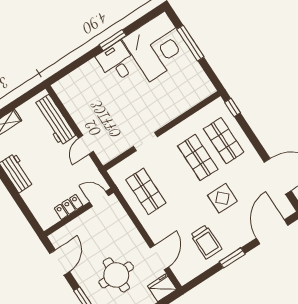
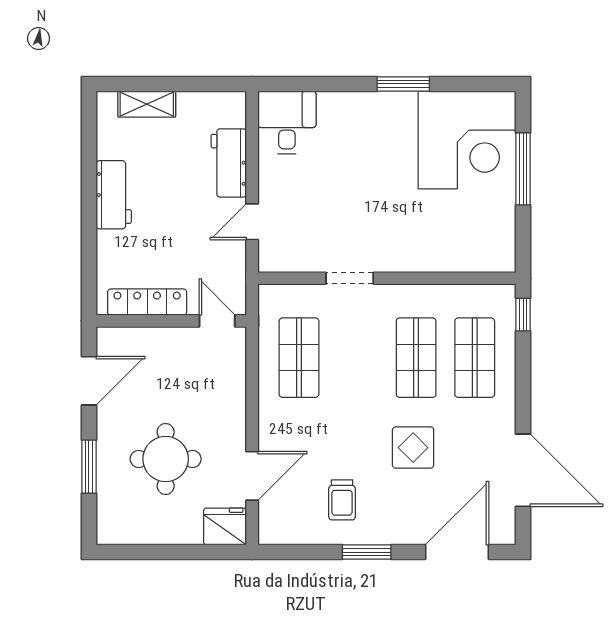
desk: (117, 62) -> (287, 122), moved
workbench: (55, 120) -> (229, 163), width x0.73
locker: (69, 207) -> (147, 302), width x1.53
trolley: (206, 242) -> (342, 500), width x0.73, depth x0.72

